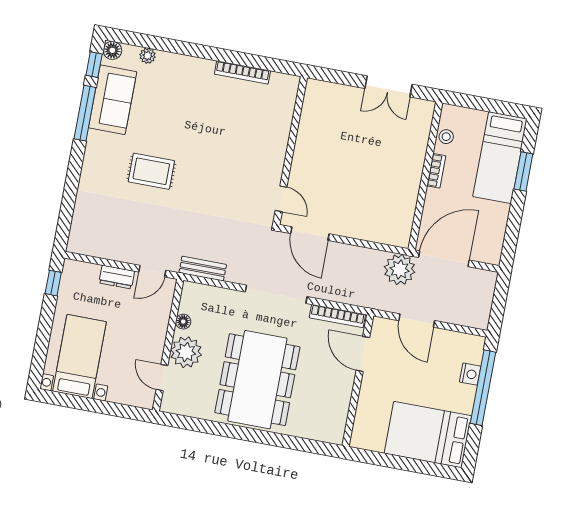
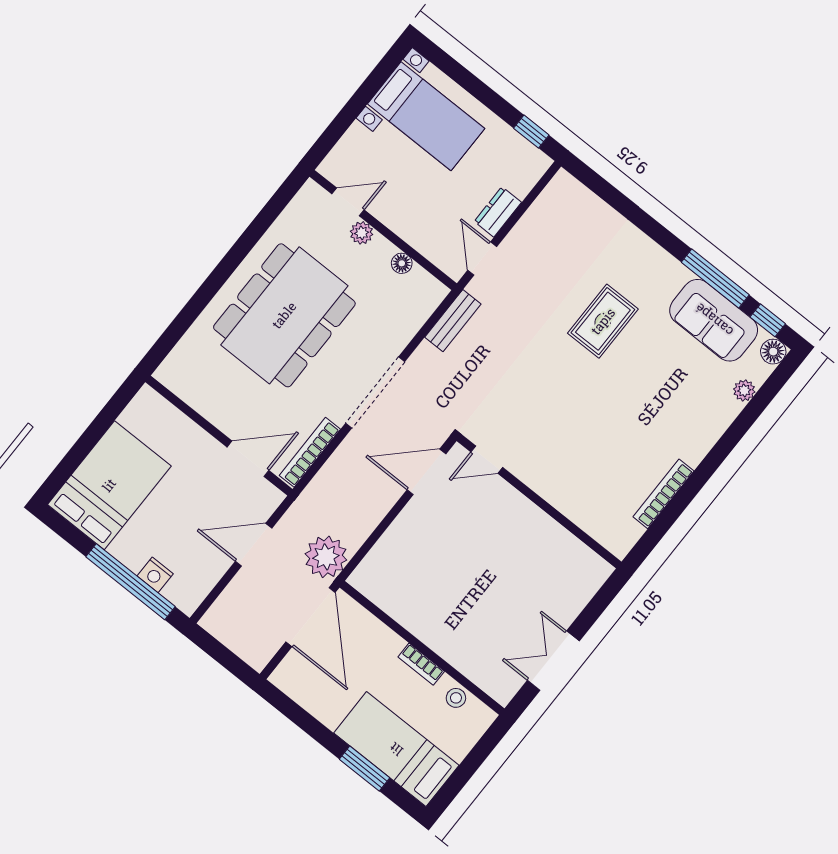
plant: (186, 352) -> (362, 233), width x0.53, depth x0.53
dining table: (257, 380) -> (284, 315), turned 90

